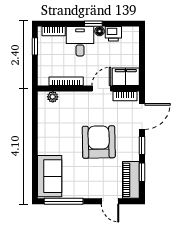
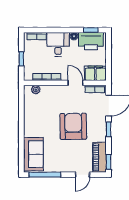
window: (93, 24) -> (91, 30), moved
printer: (113, 34) -> (91, 41), width x1.87, depth x1.48
window: (35, 46) -> (21, 59), moved
door: (101, 89) -> (75, 83), hinge flipped
window: (142, 172) -> (109, 162), moved
door: (110, 201) -> (83, 175), hinge flipped

